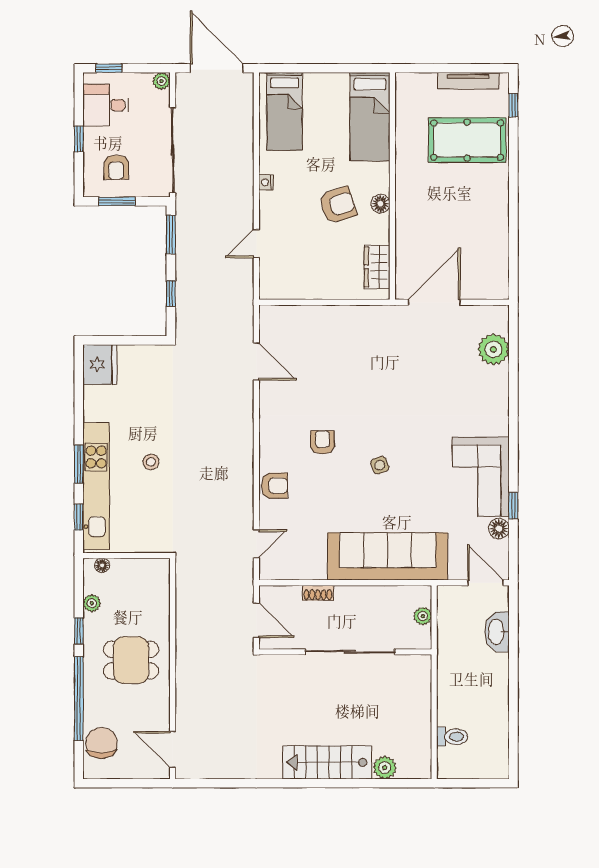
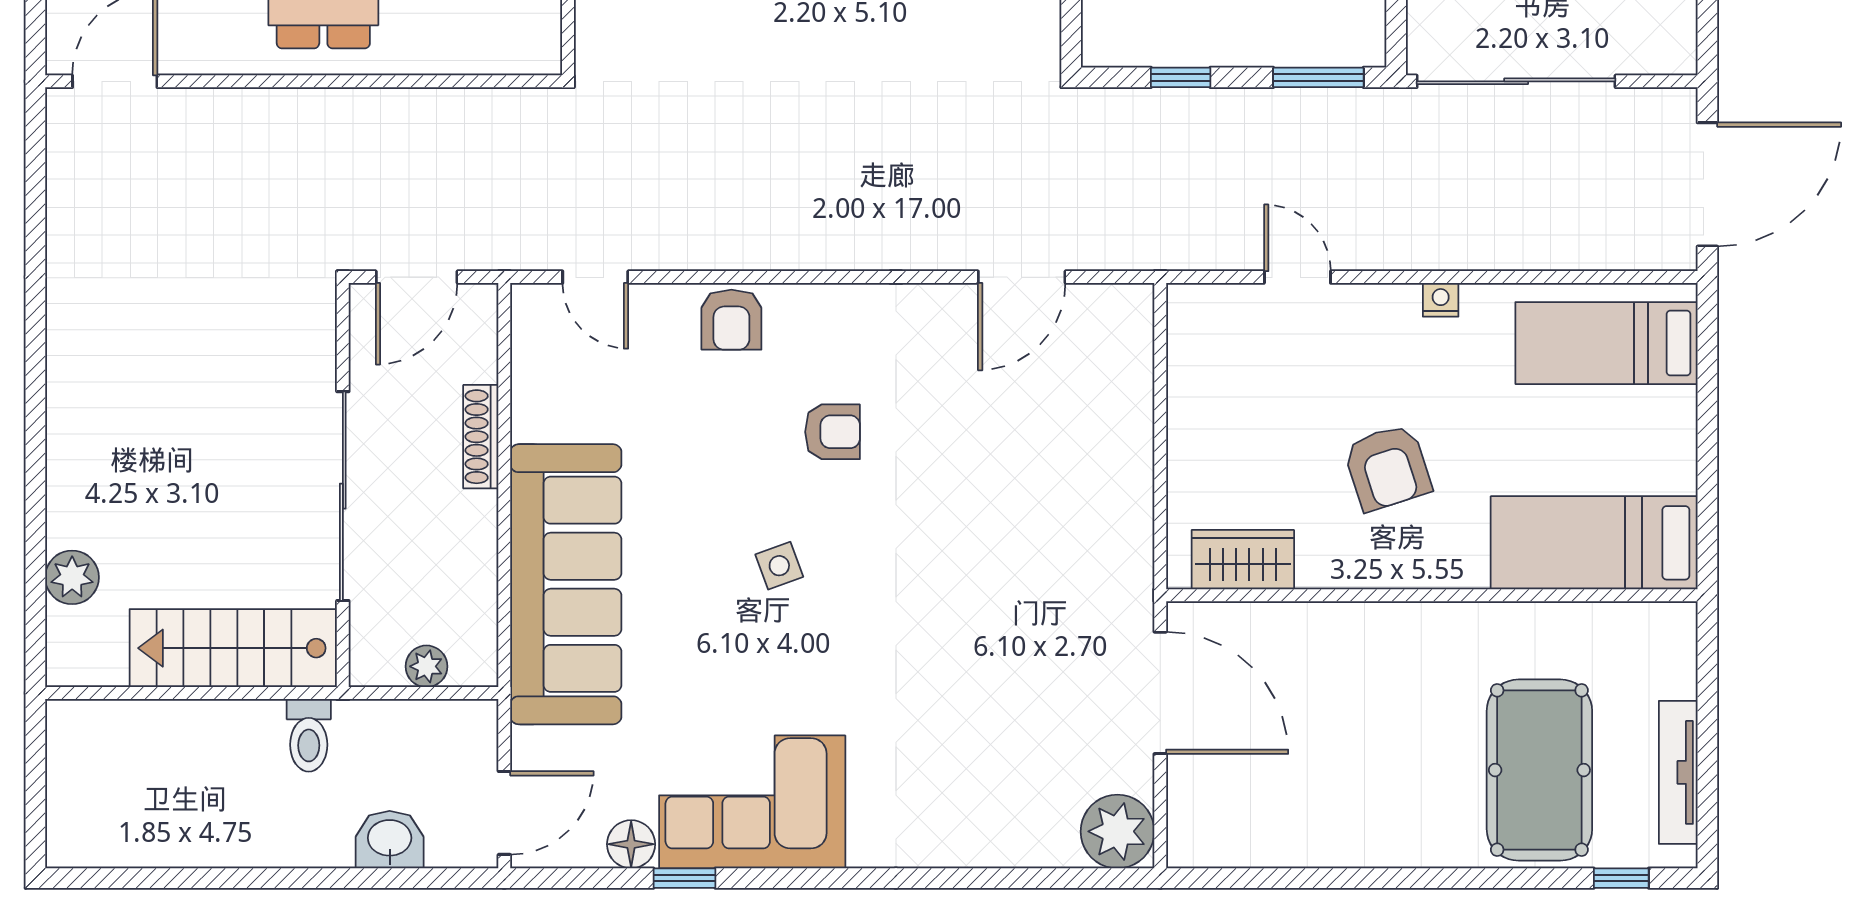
plant: (161, 81) -> (1677, 55), removed
floor lamp: (380, 204) -> (1391, 567), removed
plant: (493, 349) -> (1117, 831), moved
stool: (151, 462) -> (787, 31), removed
shoe rack: (318, 593) -> (481, 437), width x1.43
washbasin: (497, 632) -> (390, 840), width x0.72
toilet: (452, 737) -> (309, 735), moved
stairs: (327, 762) -> (233, 648), moved, turned -90

